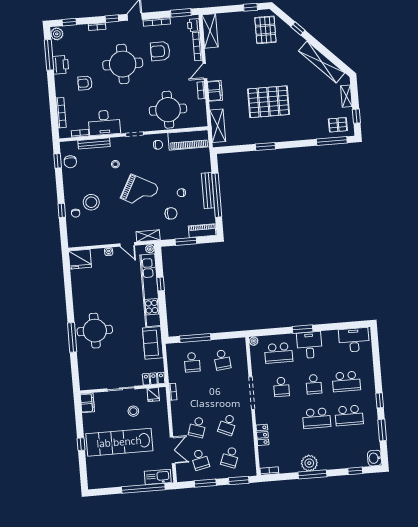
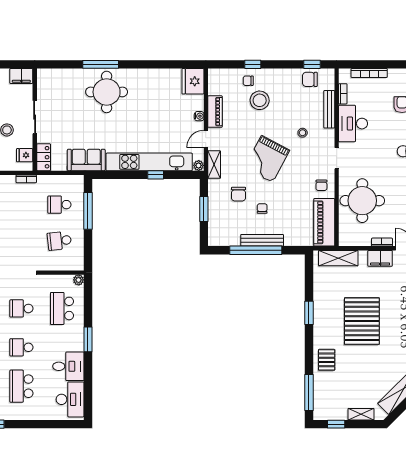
pallet: (338, 125) -> (327, 360), moved
piano: (202, 231) -> (215, 112), moved
desk: (309, 345) -> (68, 366), moved

